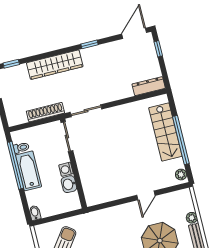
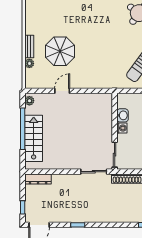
wardrobe: (55, 65) -> (110, 215), removed

